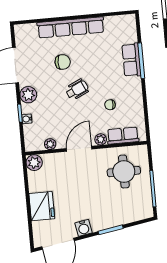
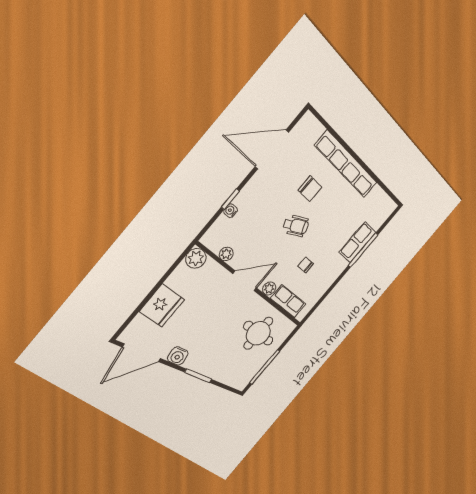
plant: (28, 95) -> (254, 189), removed

